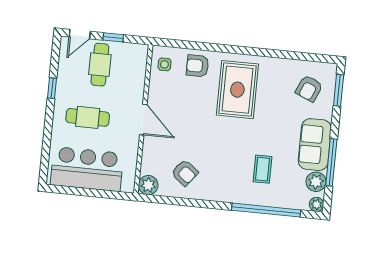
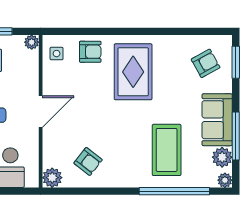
plant: (141, 51) -> (32, 42), added
armchair: (198, 66) -> (90, 52), turned 180
armchair: (309, 88) -> (206, 63), turned -142
door: (143, 120) -> (41, 112), hinge flipped
coffee table: (263, 169) -> (167, 150), width x1.86, depth x1.72

